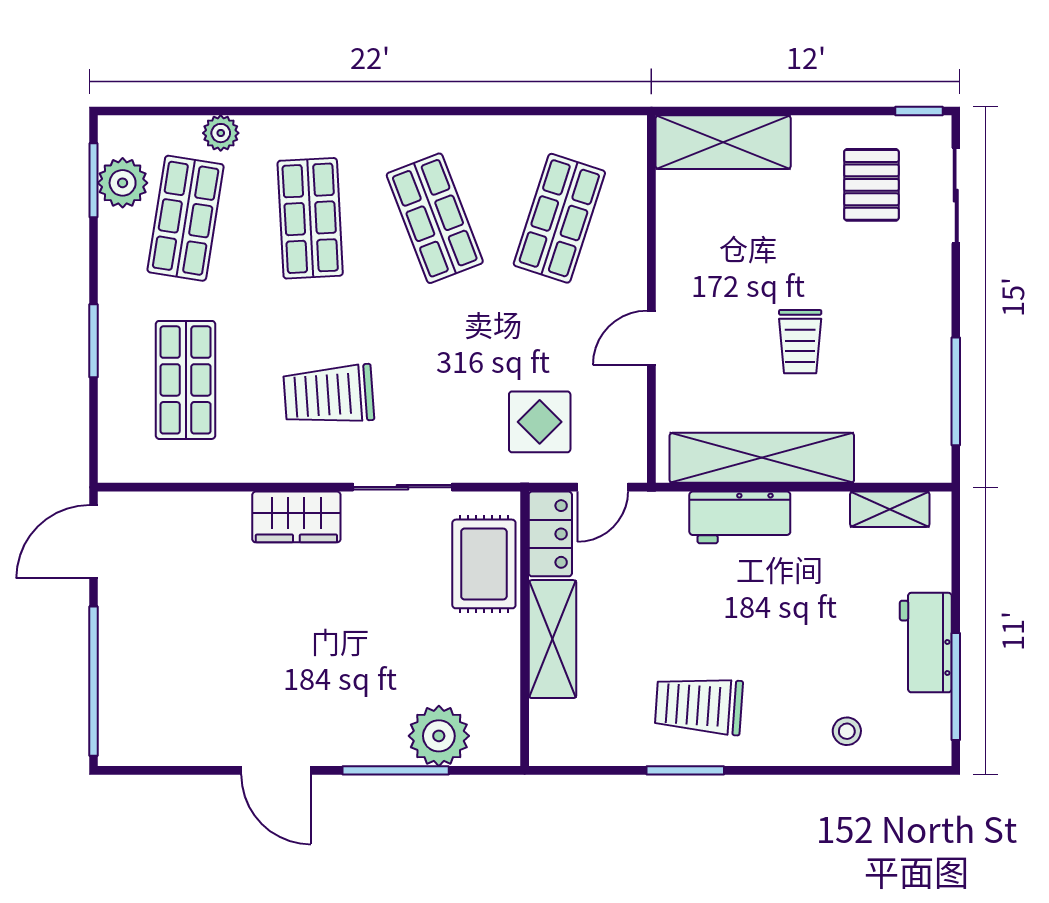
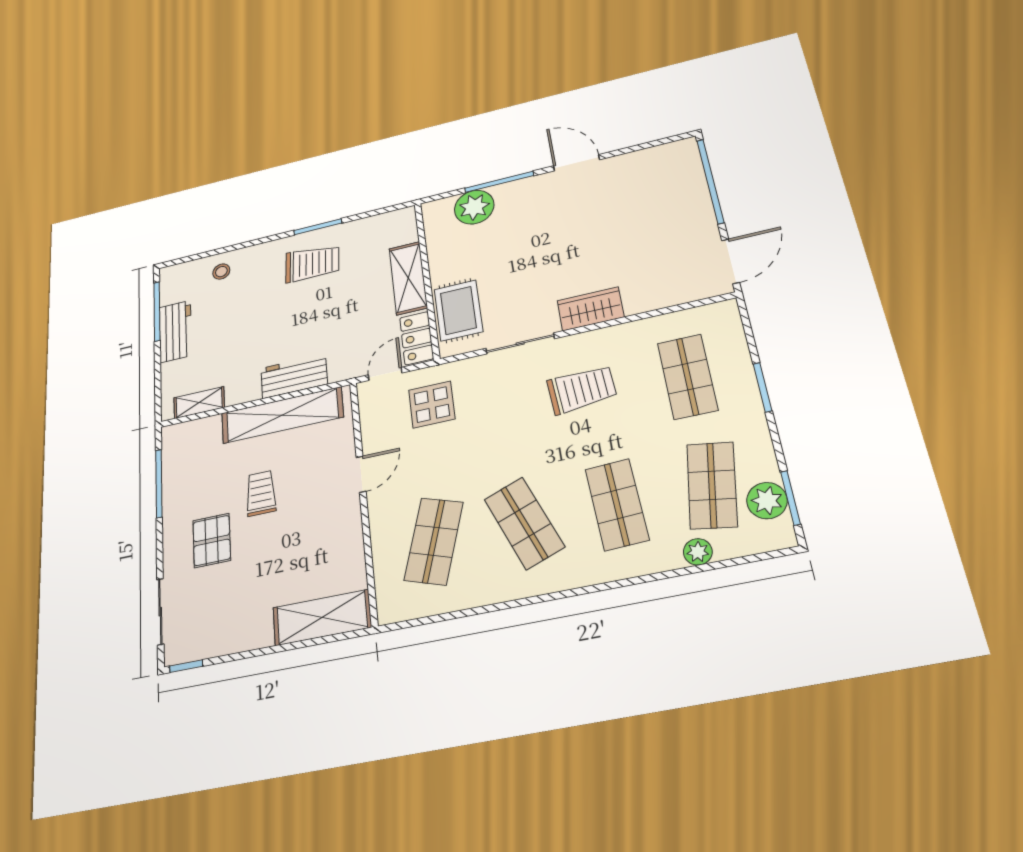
pallet: (871, 185) -> (212, 540), moved

